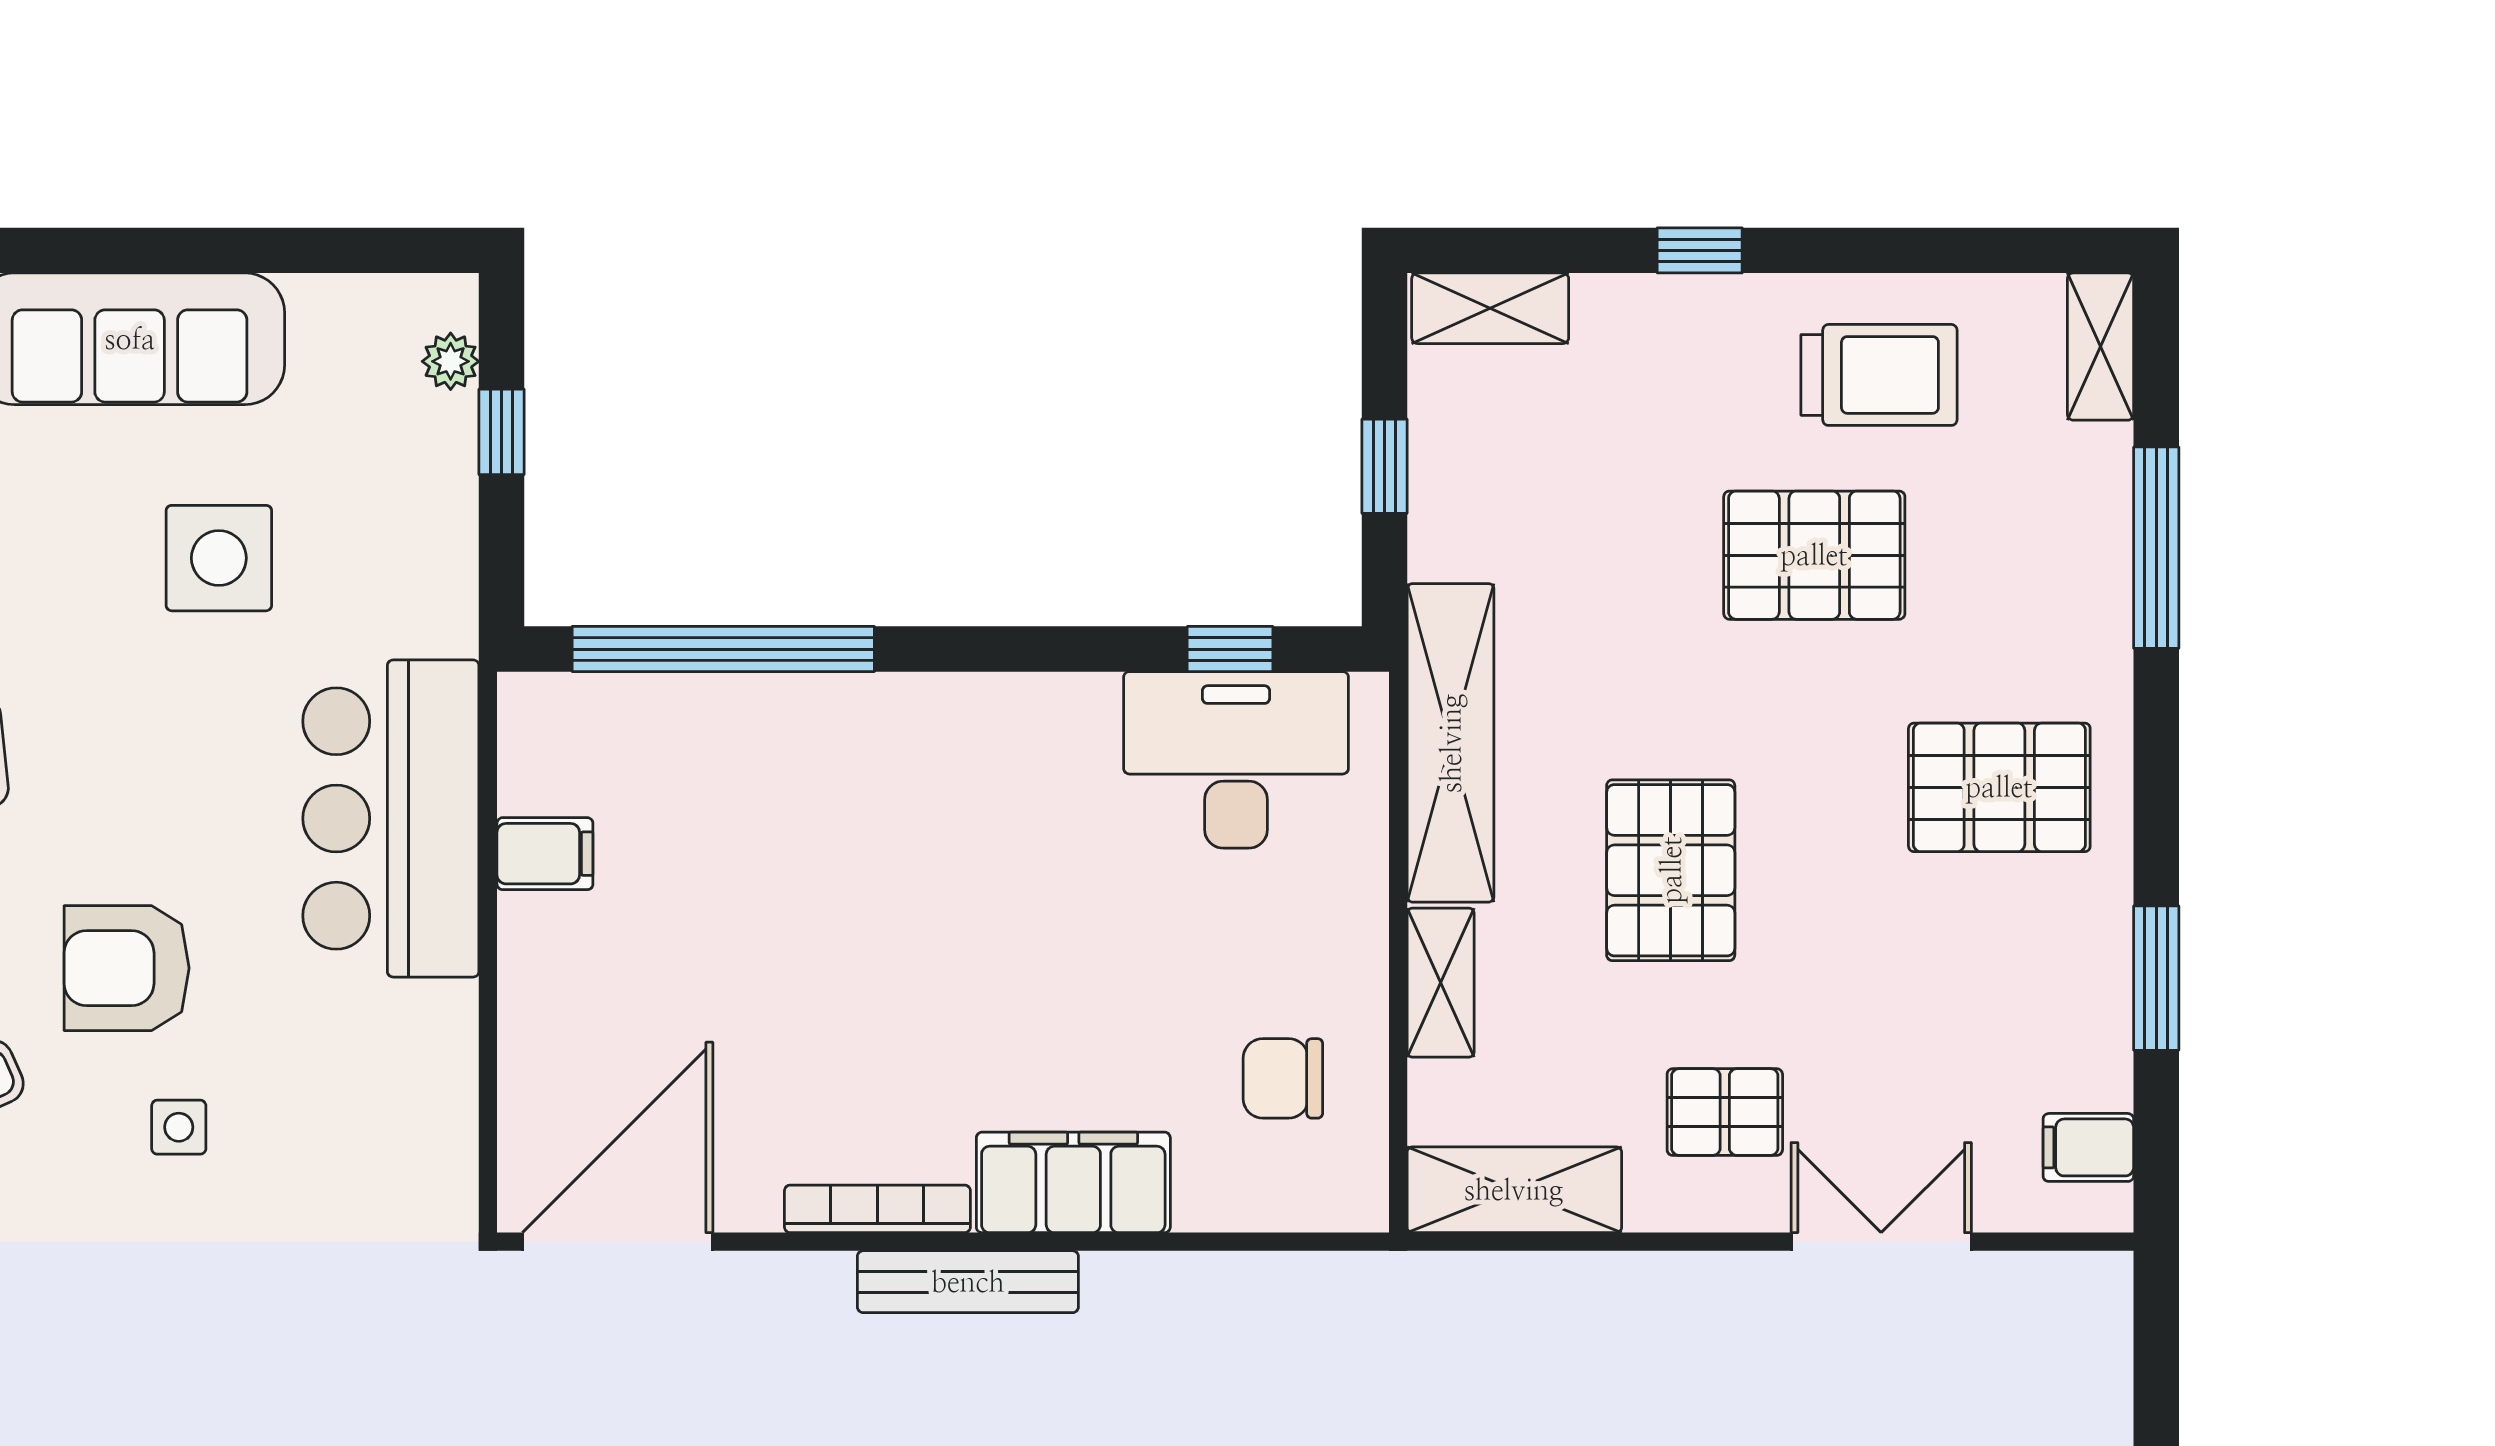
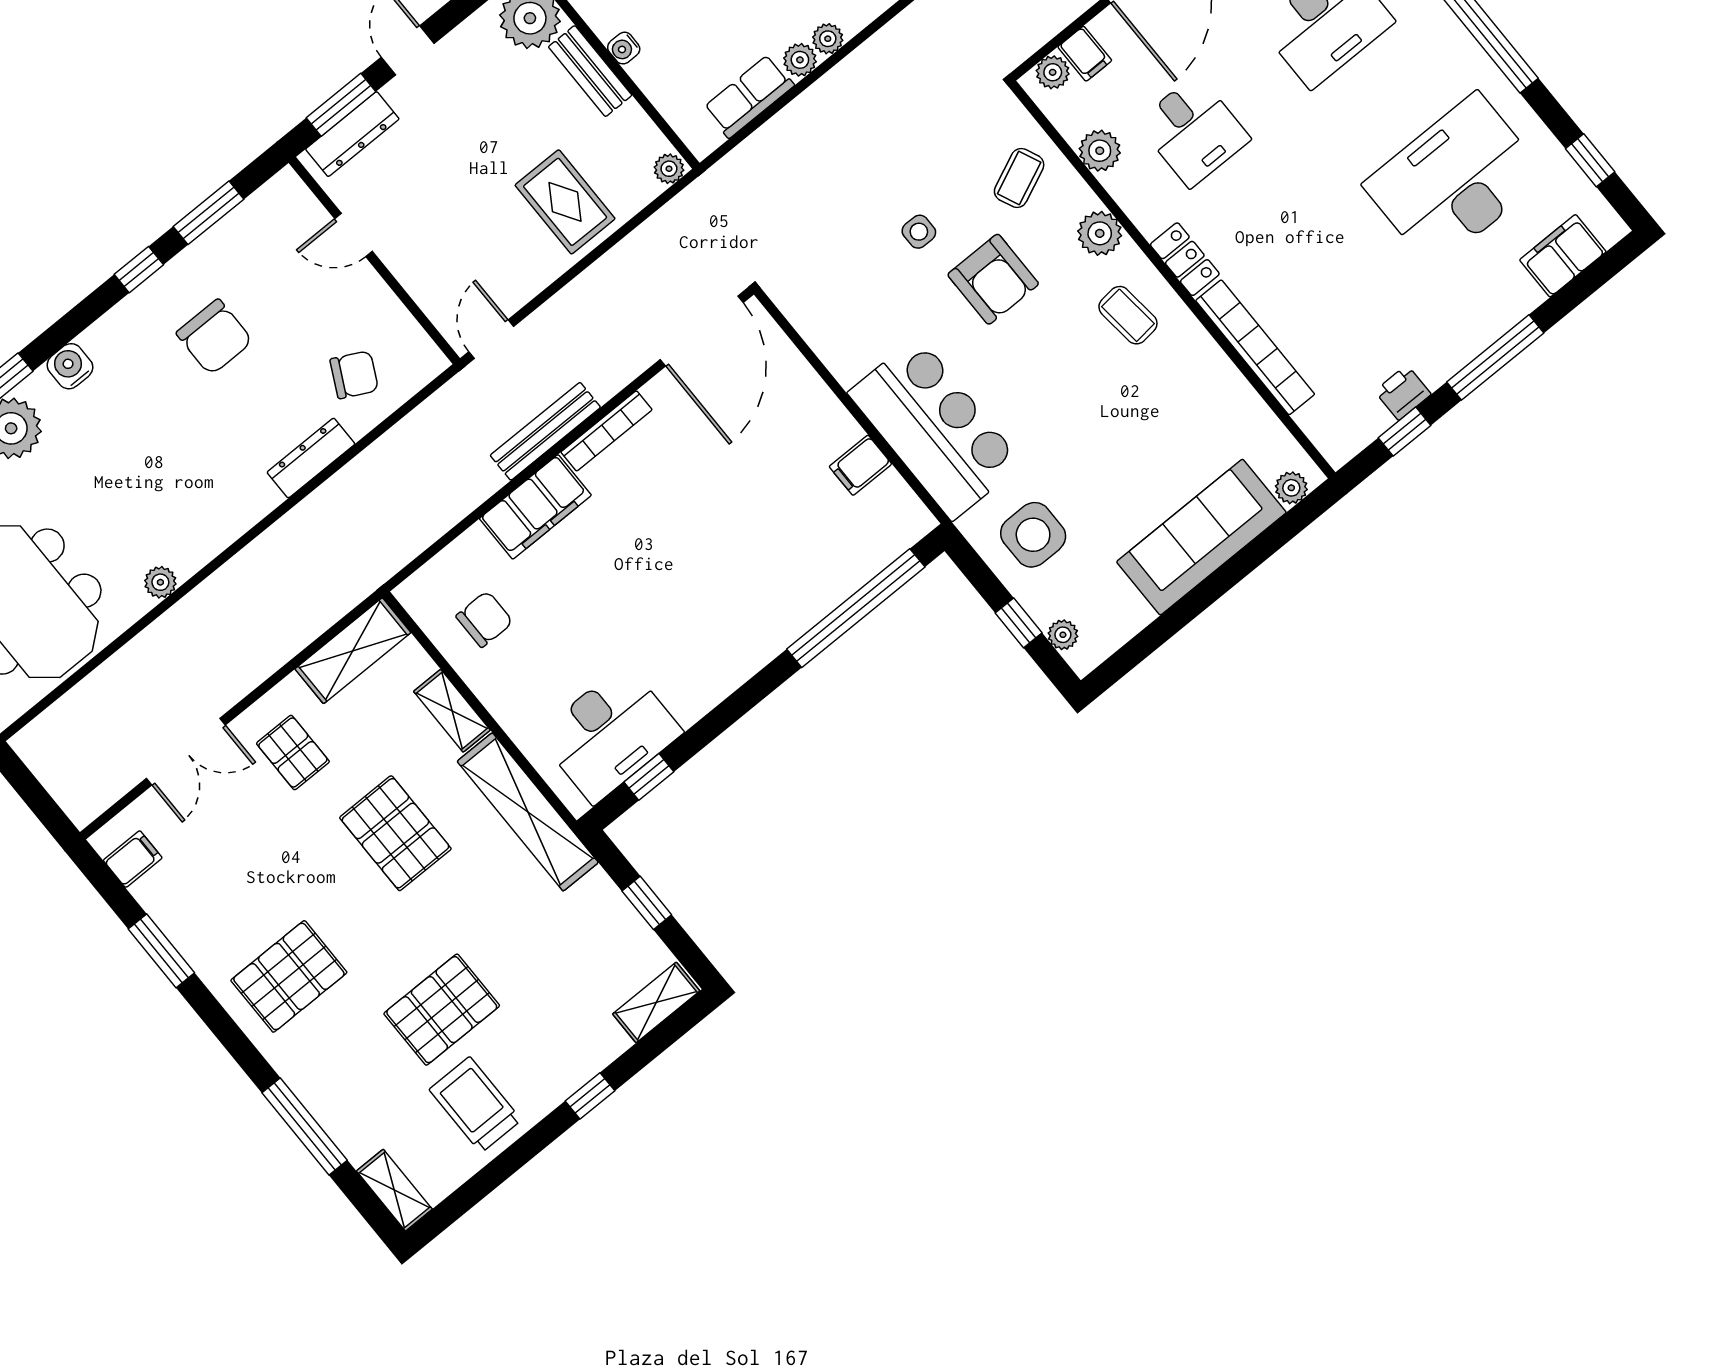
trolley: (1879, 375) -> (475, 1105), turned 90
side table: (219, 558) -> (1033, 535), moved
armchair: (127, 968) -> (993, 279), turned 90
pallet: (1725, 1112) -> (293, 753), turned 90

